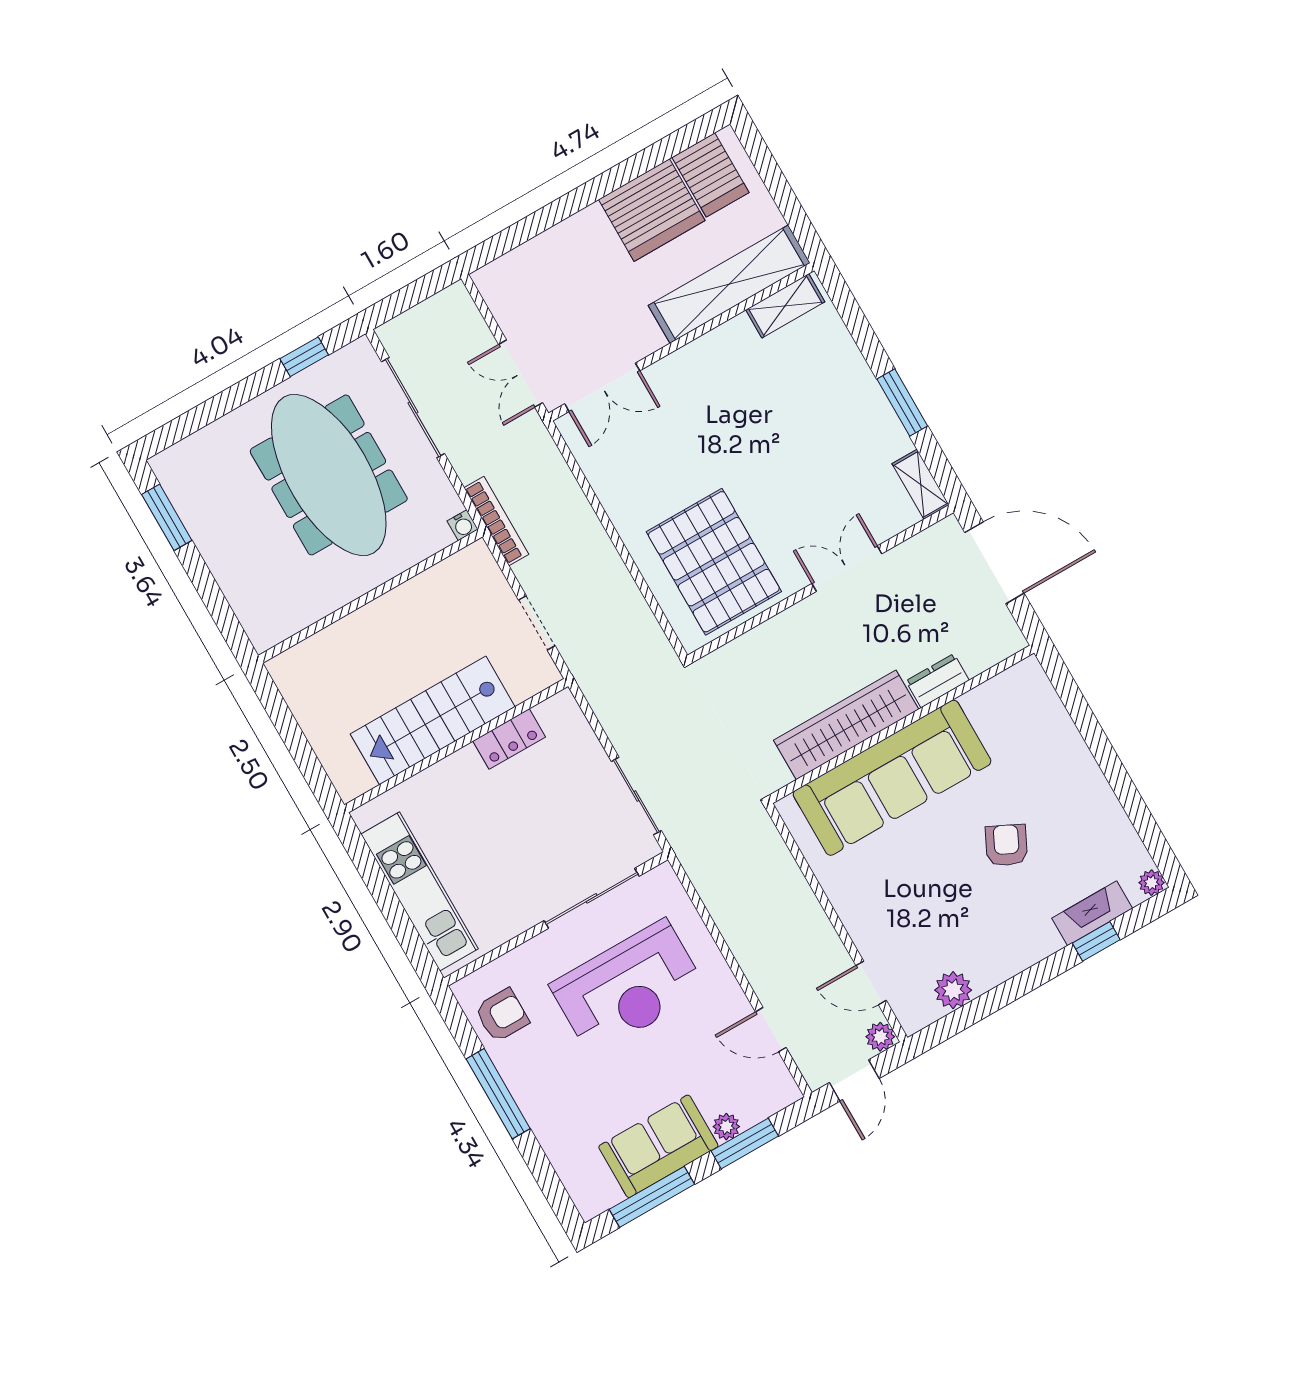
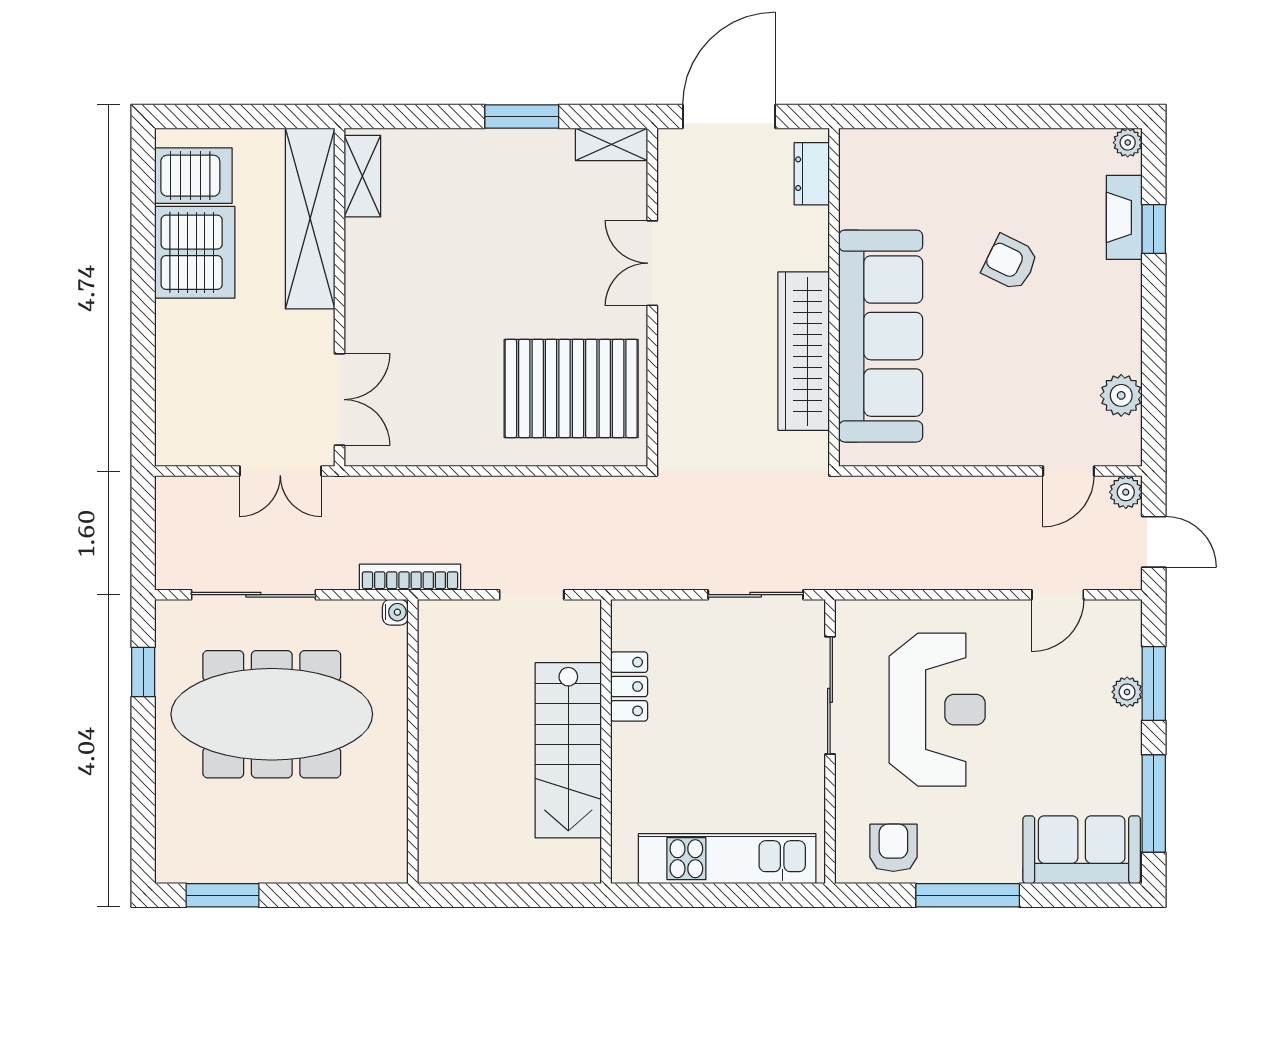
dresser: (937, 681) -> (812, 174), moved
sofa: (658, 1146) -> (1082, 850), moved, turned 90

